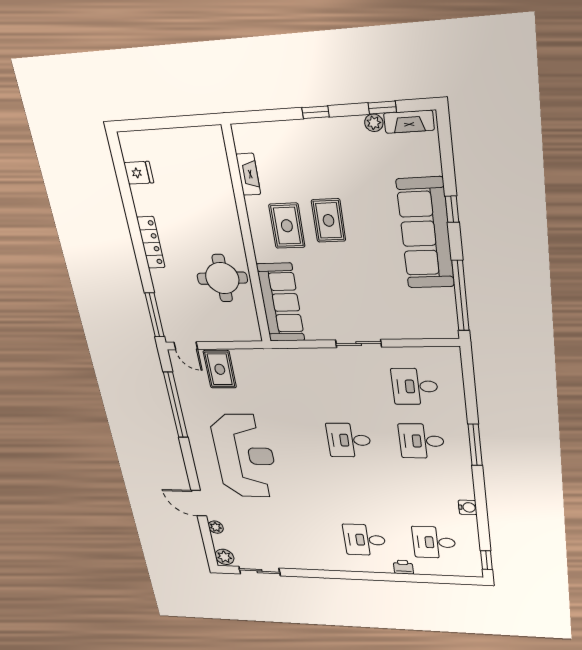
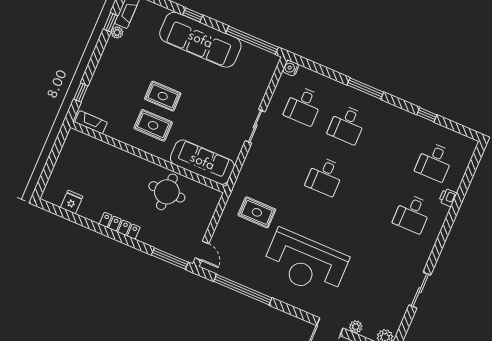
window: (316, 112) -> (81, 92), moved
fireplace: (248, 174) -> (91, 122), moved
door: (186, 346) -> (202, 251), hinge flipped
rug: (220, 369) -> (257, 212), moved
reception desk: (245, 456) -> (305, 263), turned 180
water cooler: (468, 507) -> (291, 68), moved, turned -90
window: (486, 560) -> (427, 115), moved
sliding door: (260, 571) -> (420, 290), moved

